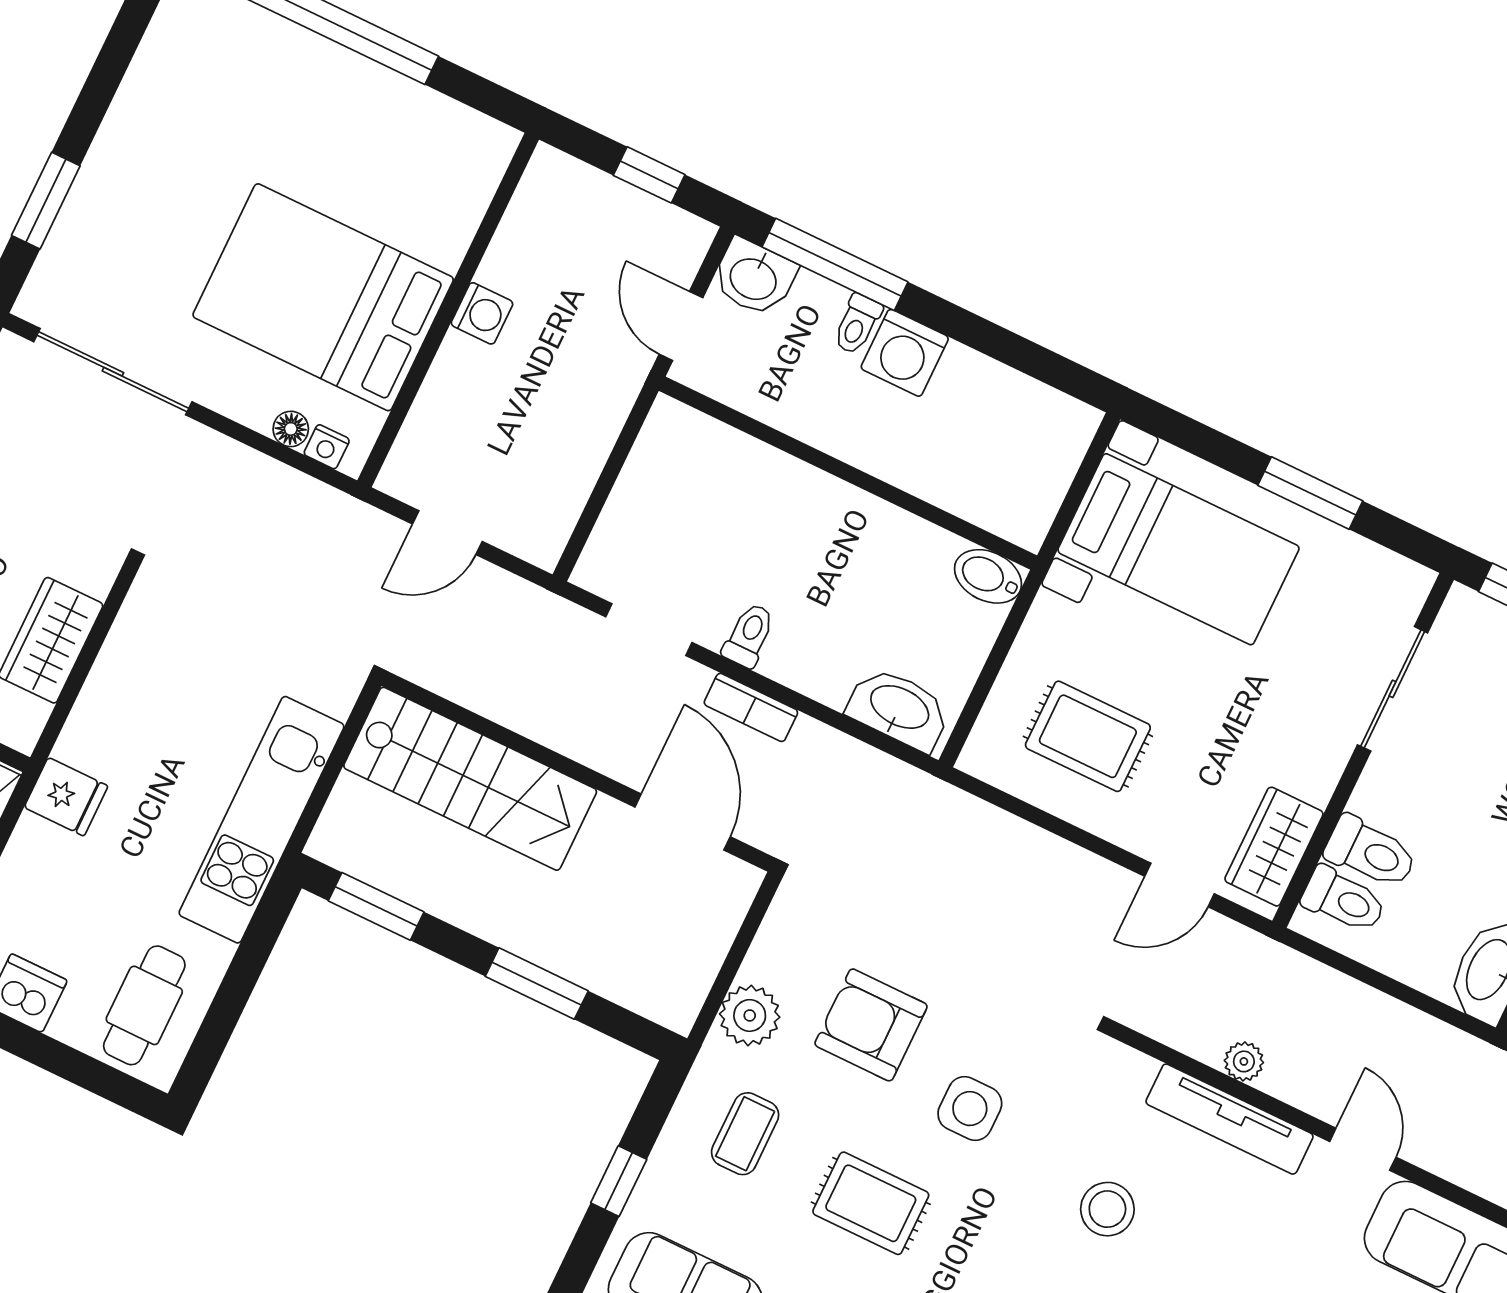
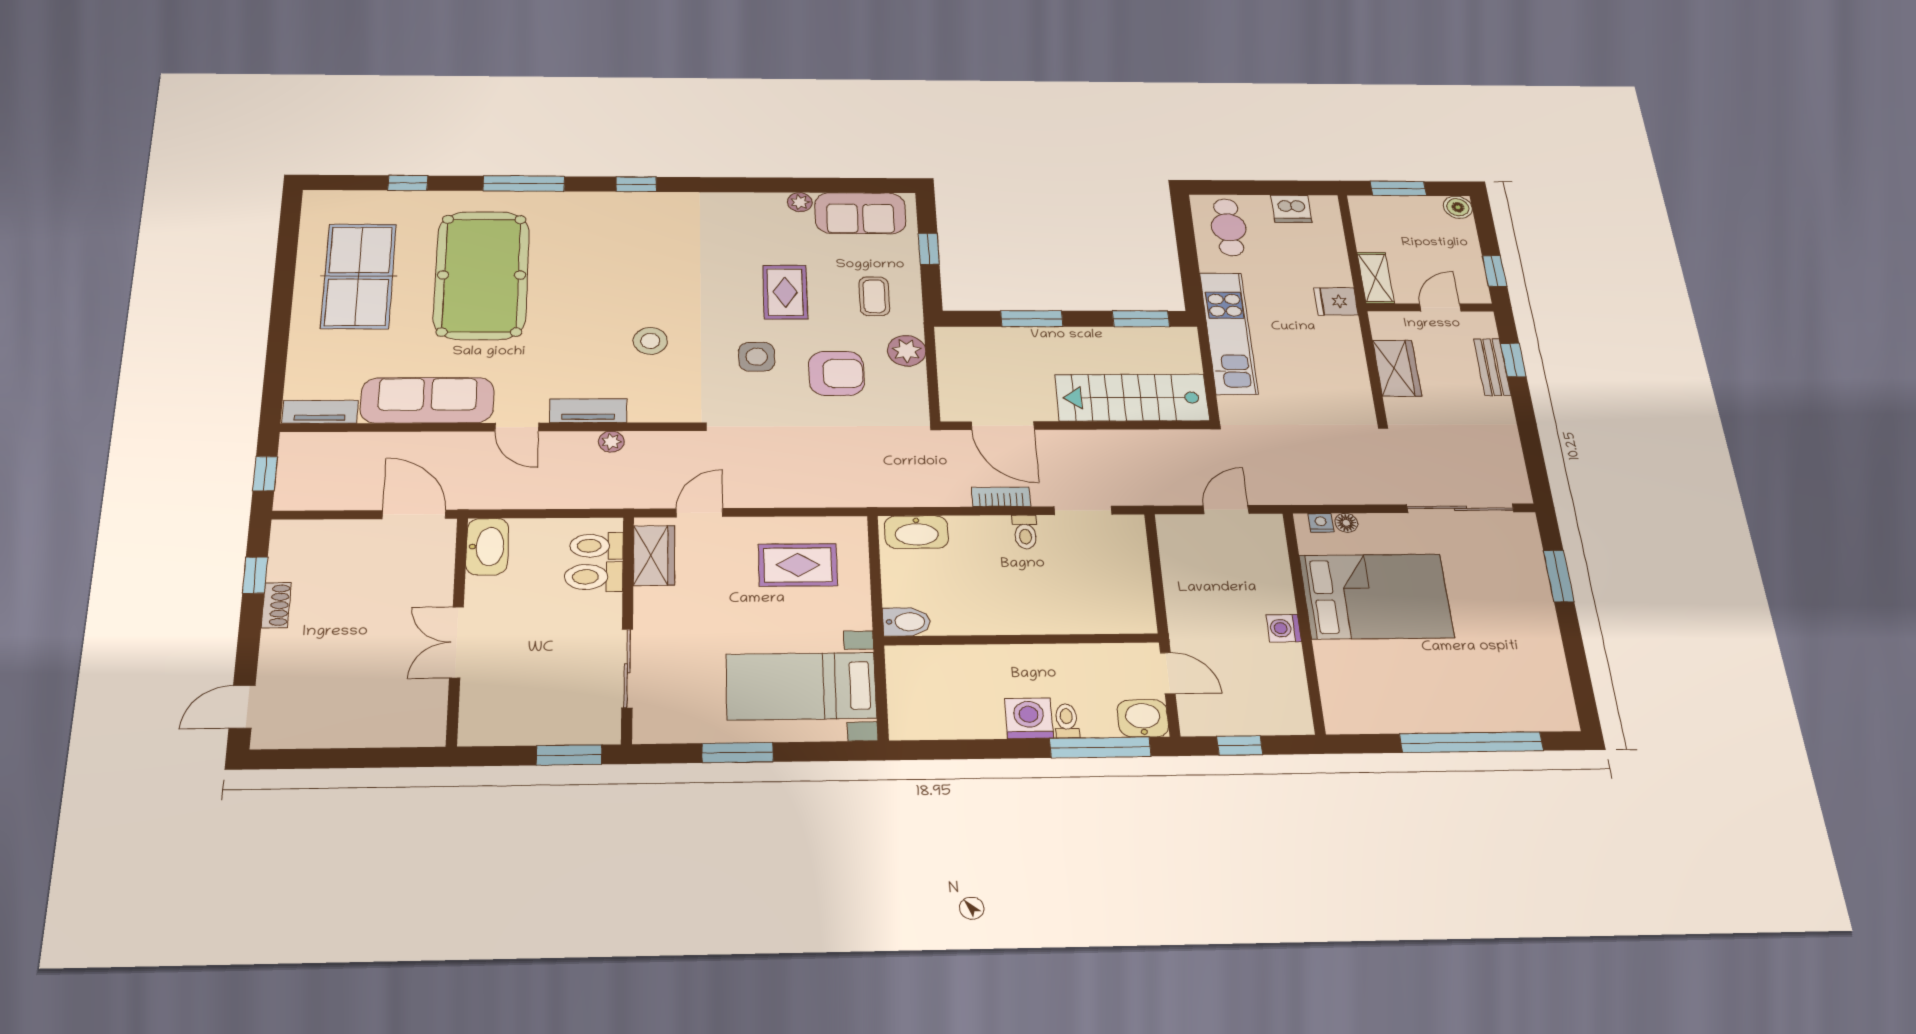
tv unit: (1230, 1119) -> (588, 411), width x0.71
rug: (871, 1203) -> (785, 292), turned 90

